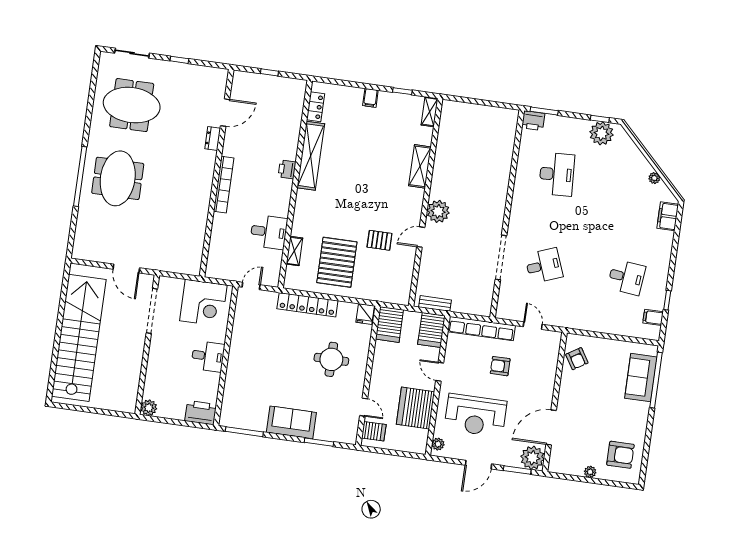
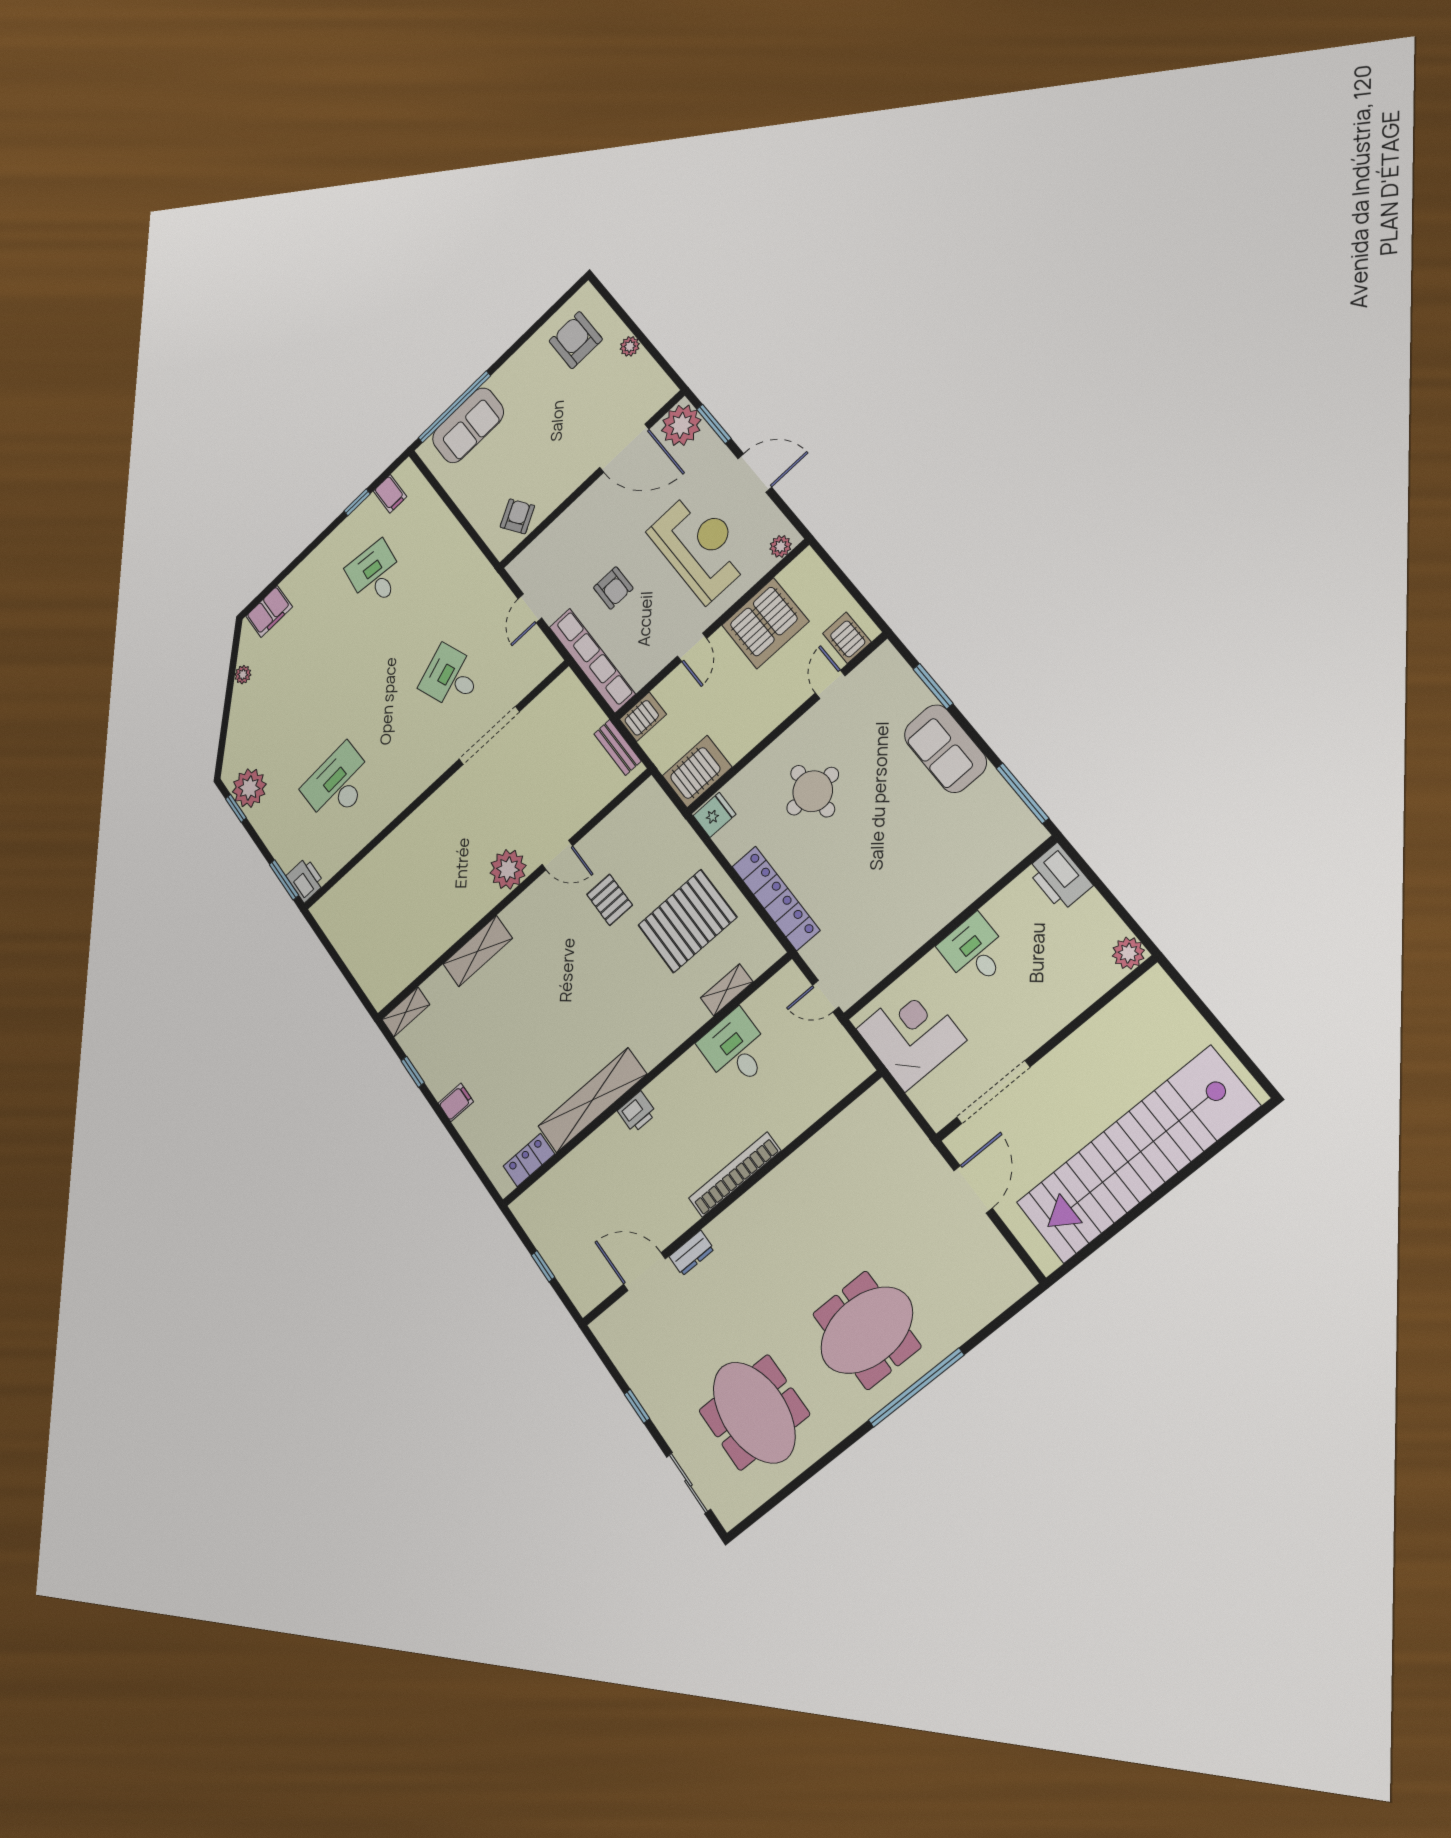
server rack: (431, 330) -> (643, 717), width x0.73, depth x0.70

